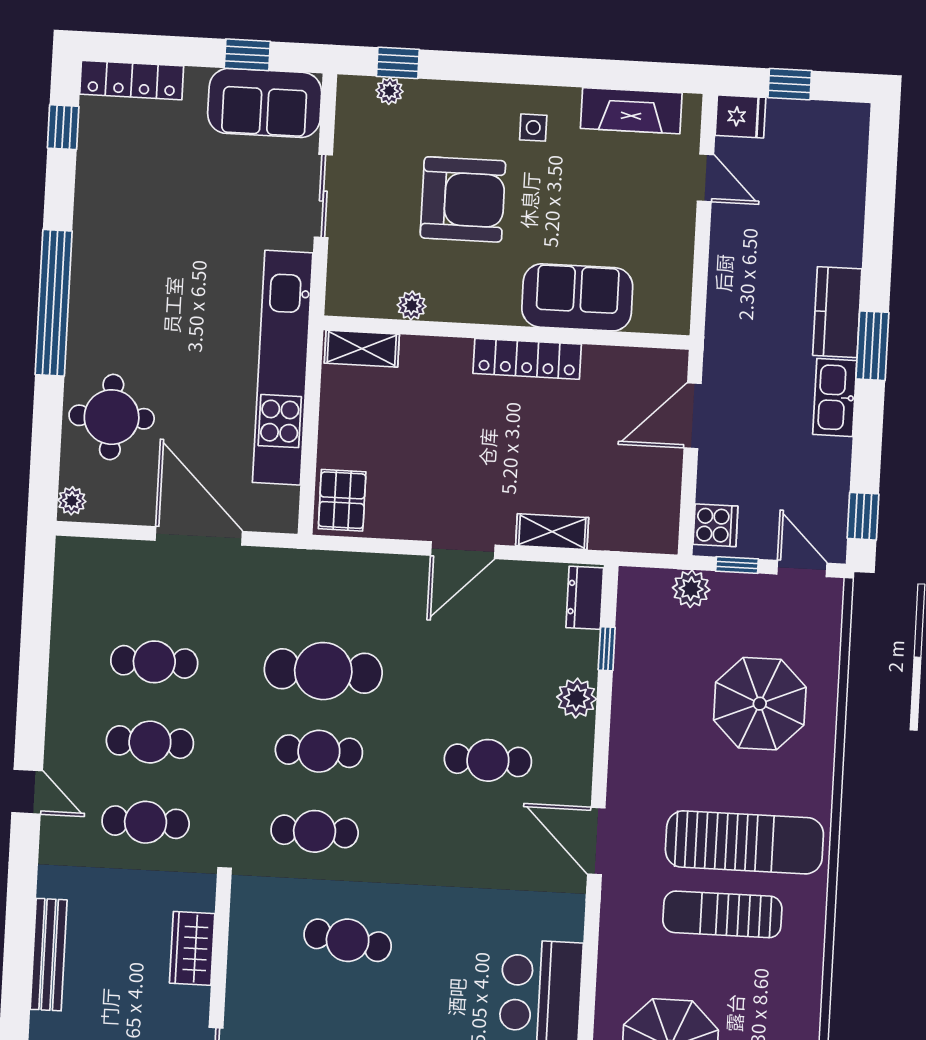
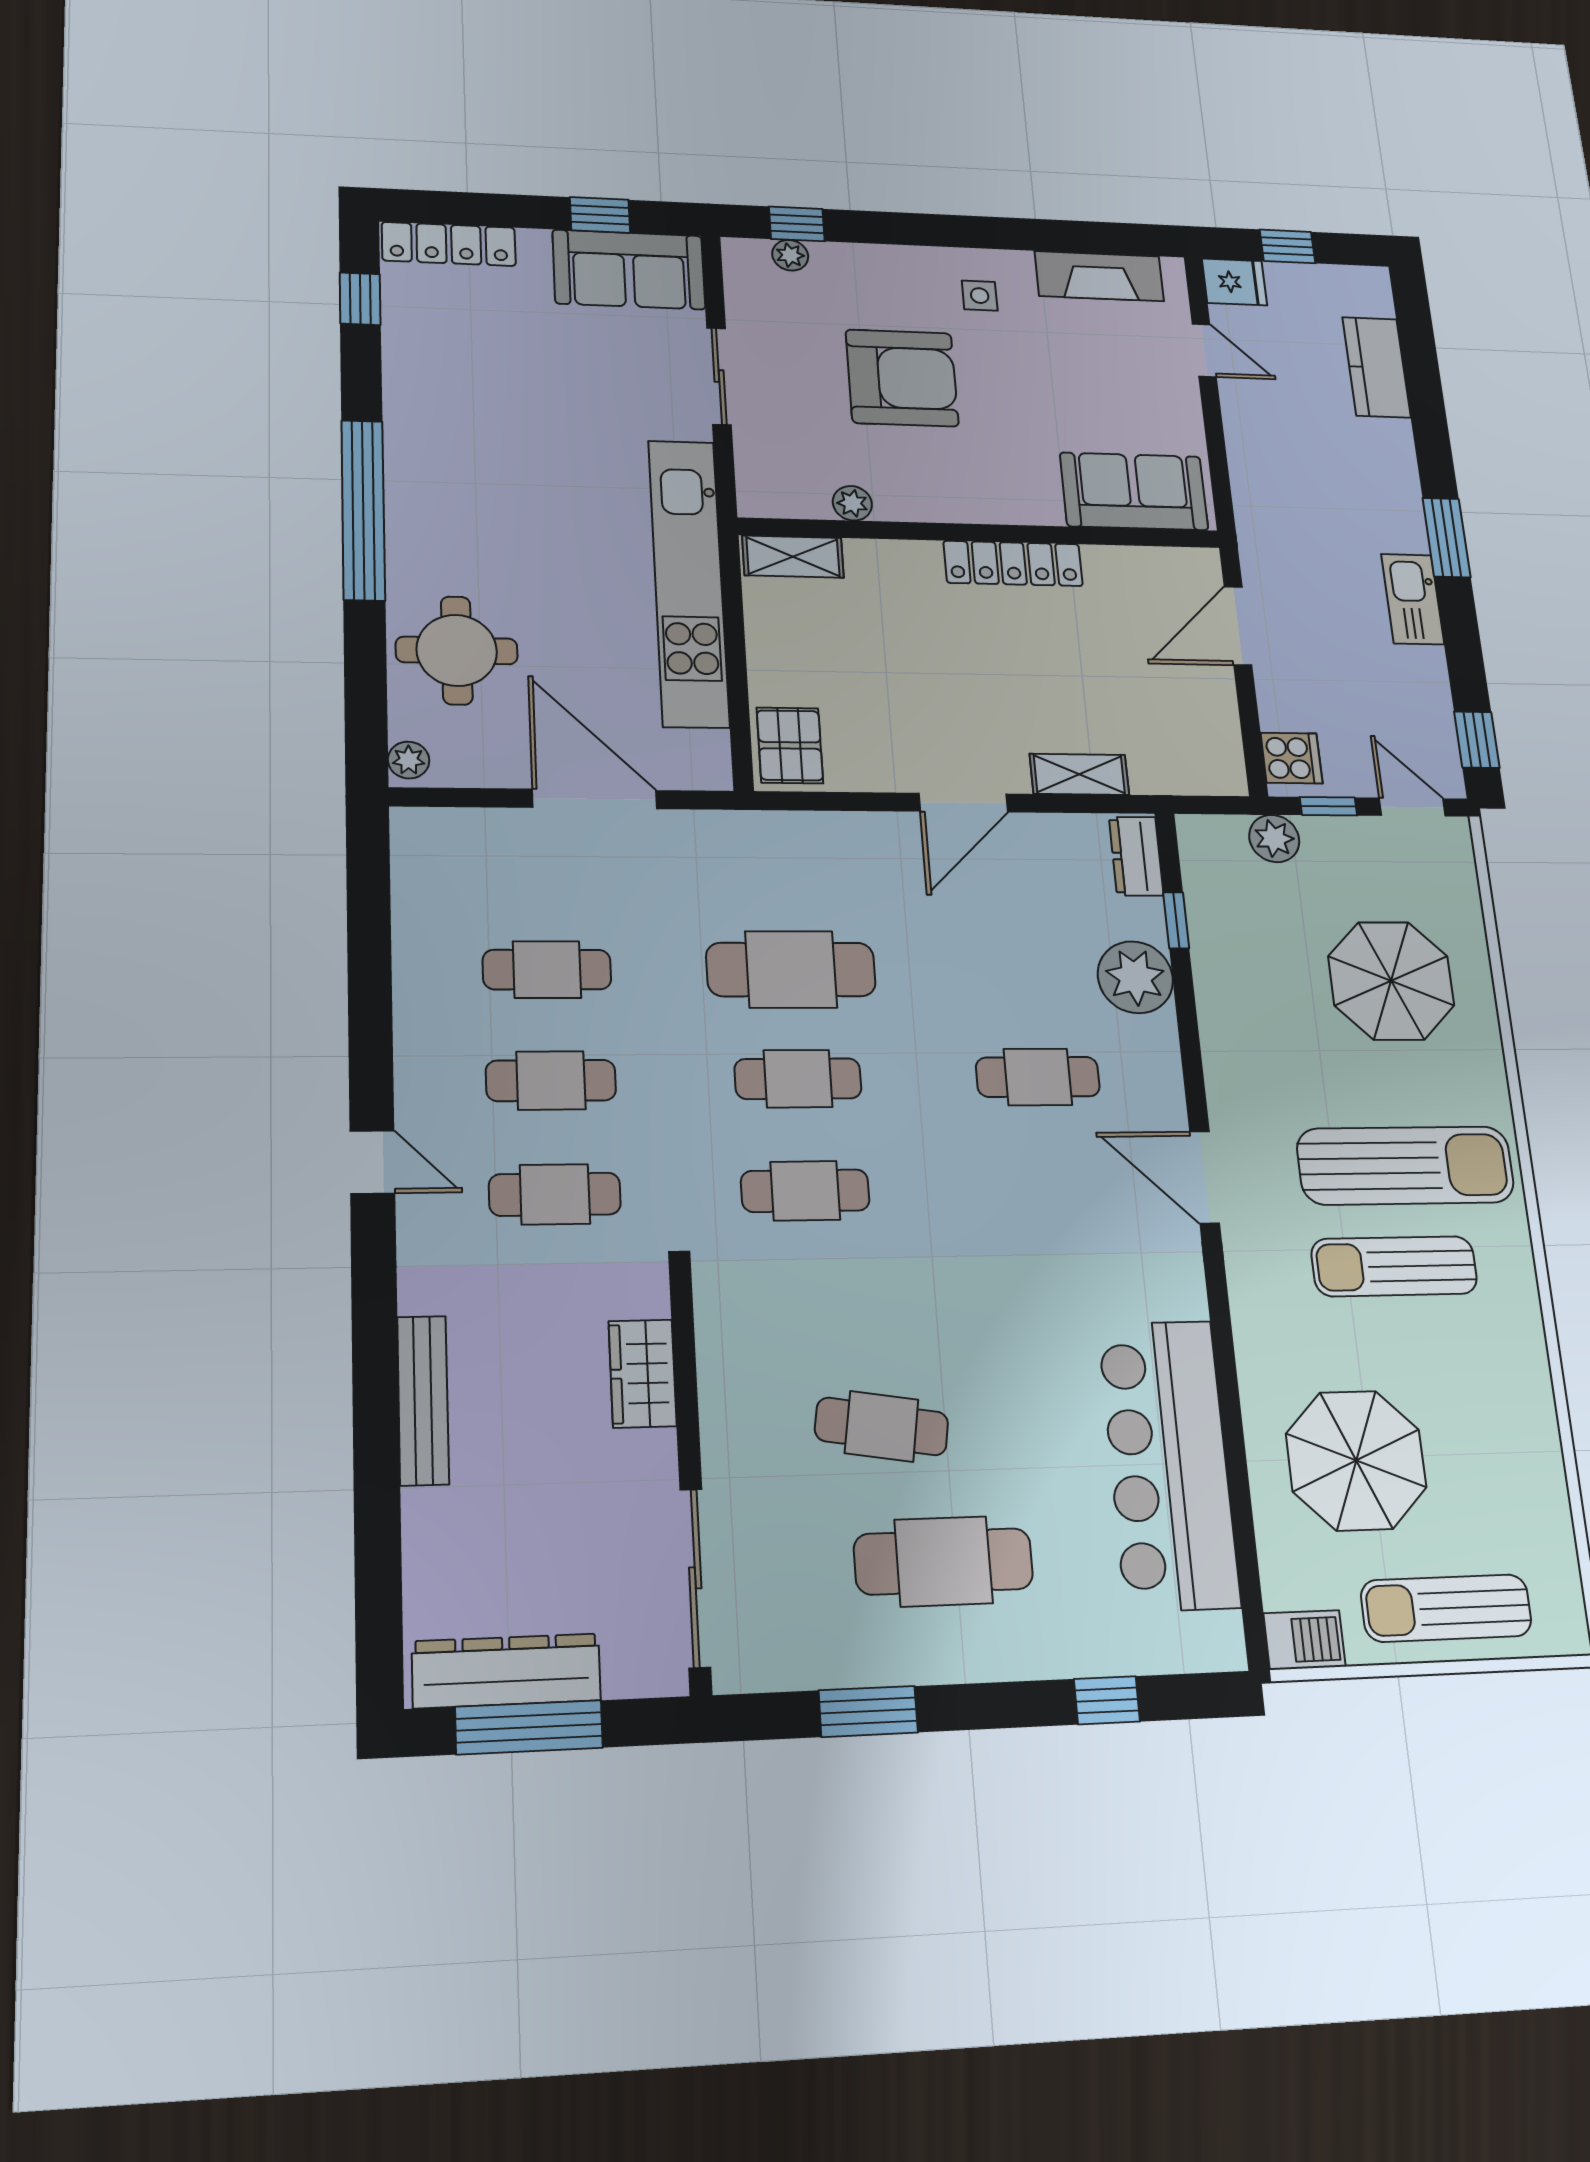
sofa: (577, 297) -> (1134, 491), moved
kitchen counter: (837, 312) -> (1376, 367), moved
plant: (577, 698) -> (1135, 977), width x1.36, depth x1.36
cafe table: (348, 940) -> (882, 1426), moved

